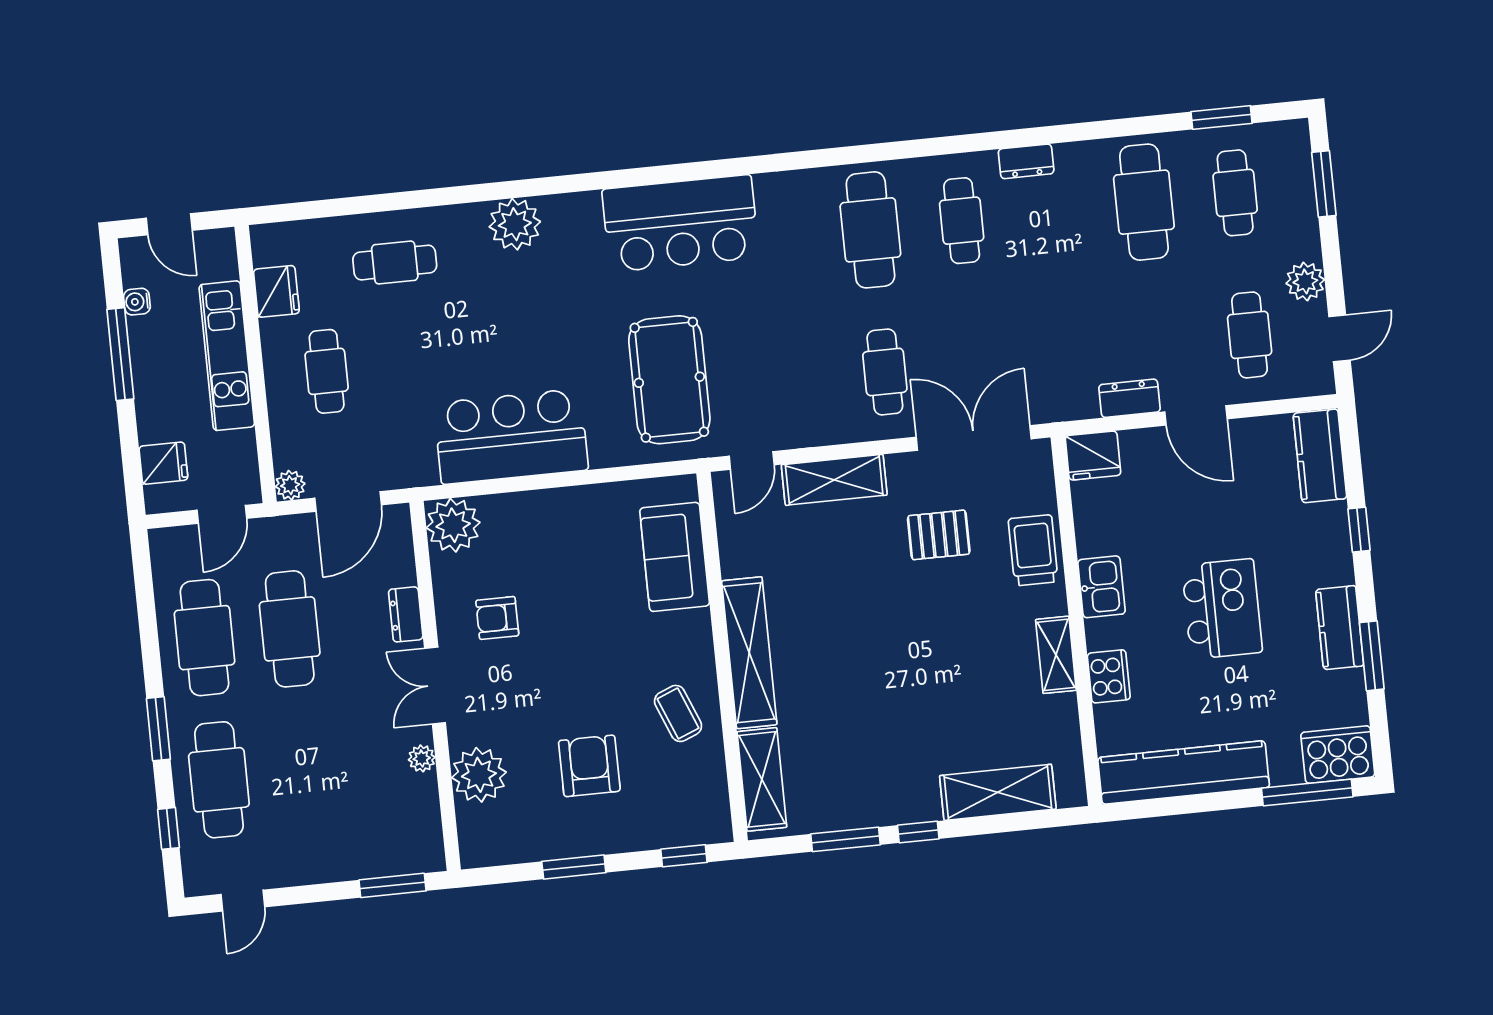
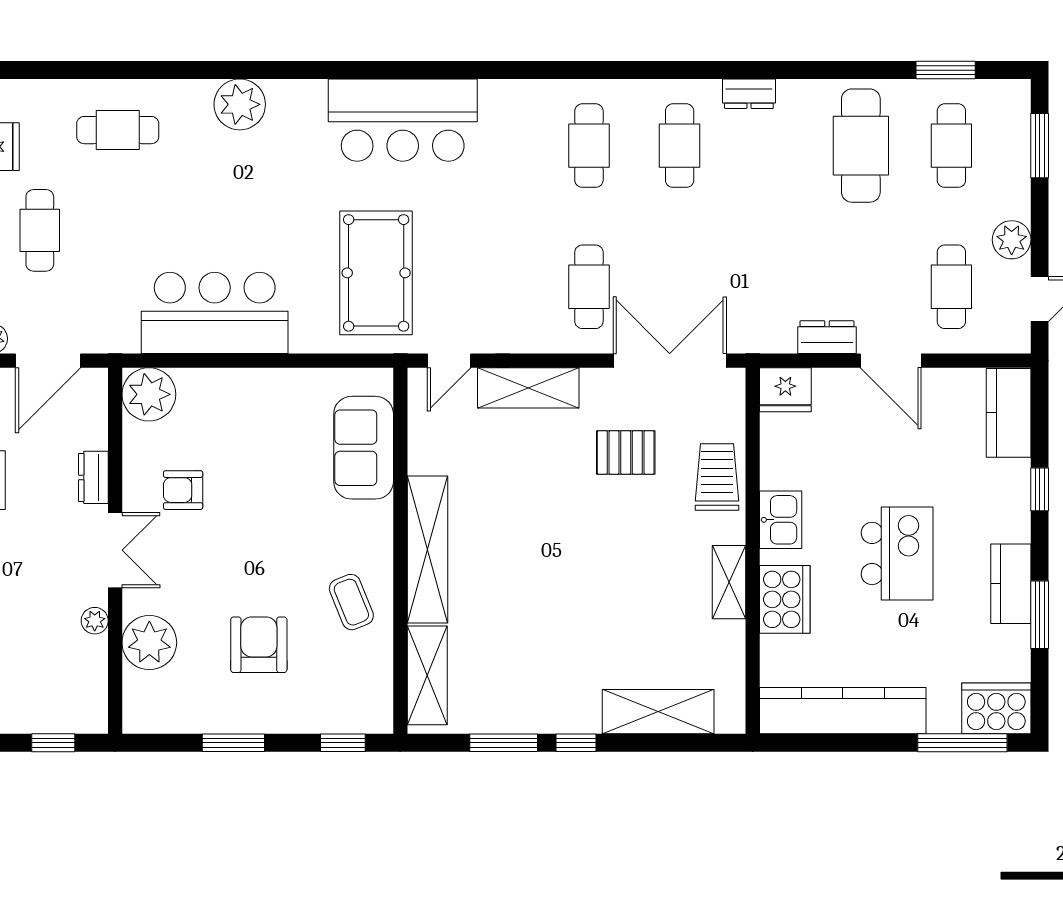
cafe table: (870, 230) -> (589, 146), width x0.73, depth x0.74
cooker: (1109, 676) -> (785, 599), width x1.37, depth x1.31
double door: (435, 685) -> (115, 550), swing flipped
window: (393, 885) -> (53, 743), width x0.67

